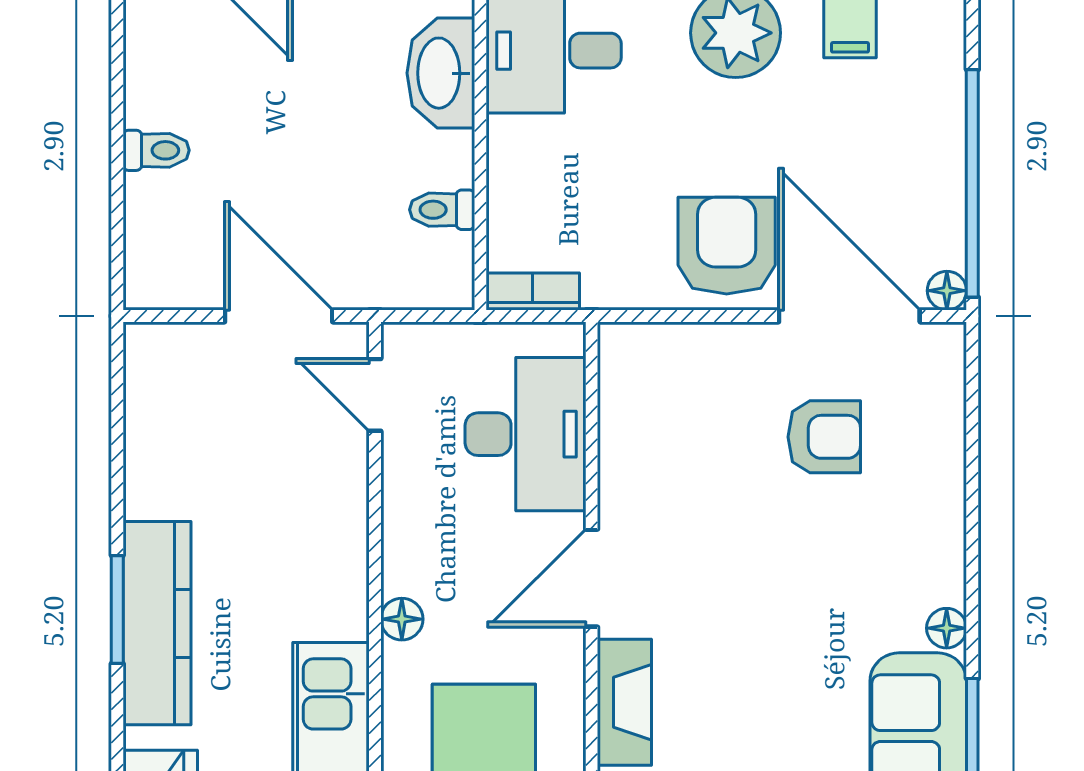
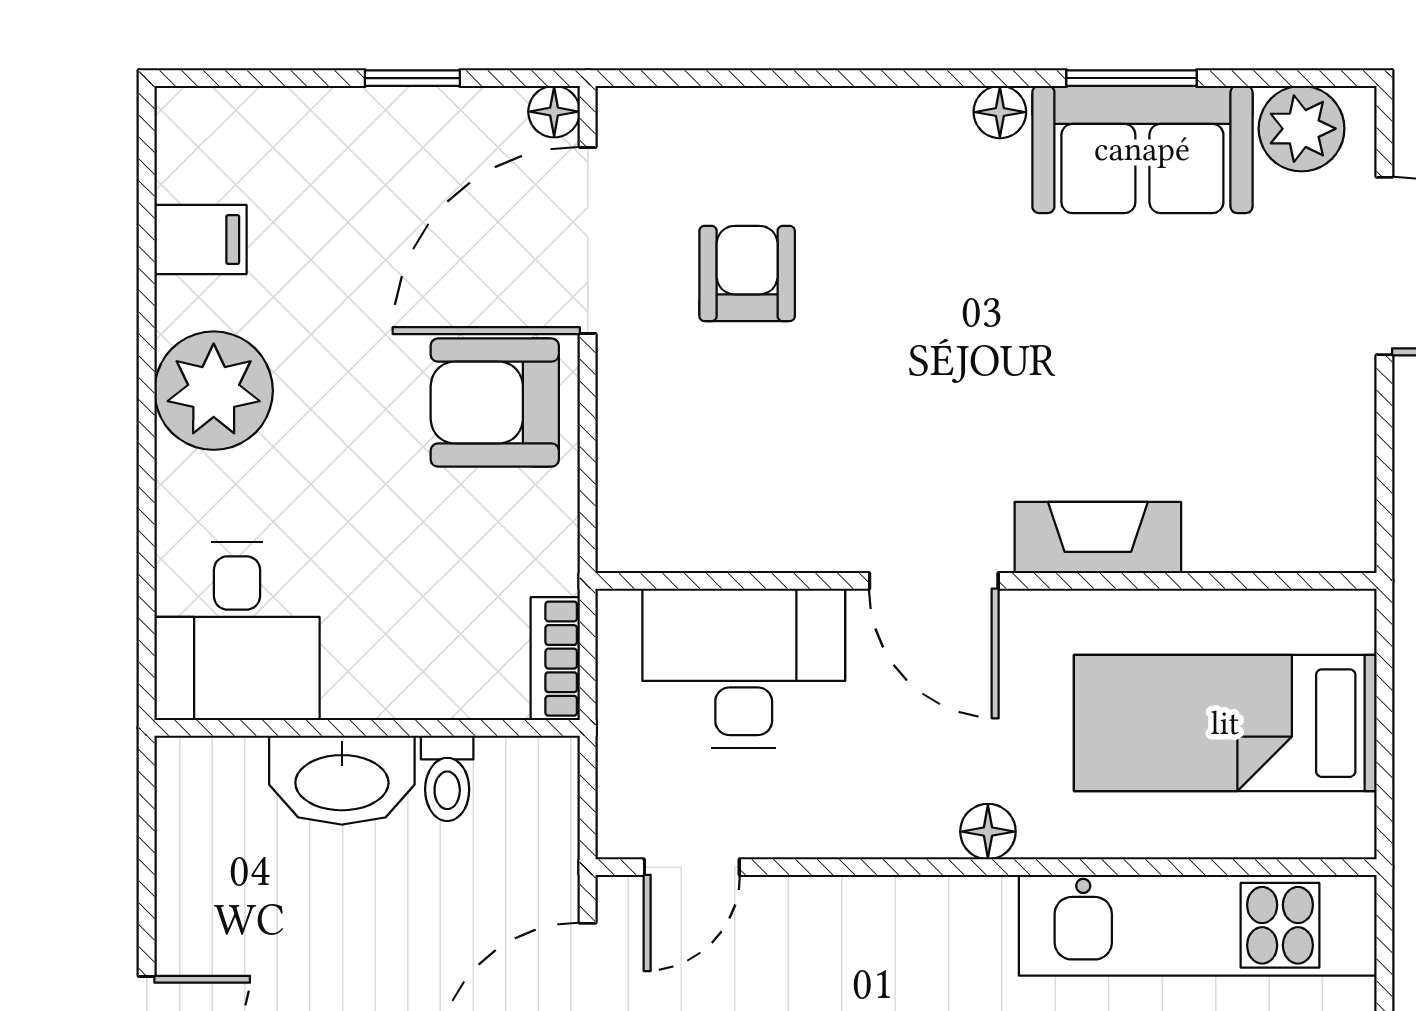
washbasin: (441, 73) -> (342, 780), moved
window: (972, 183) -> (412, 78), width x0.32

